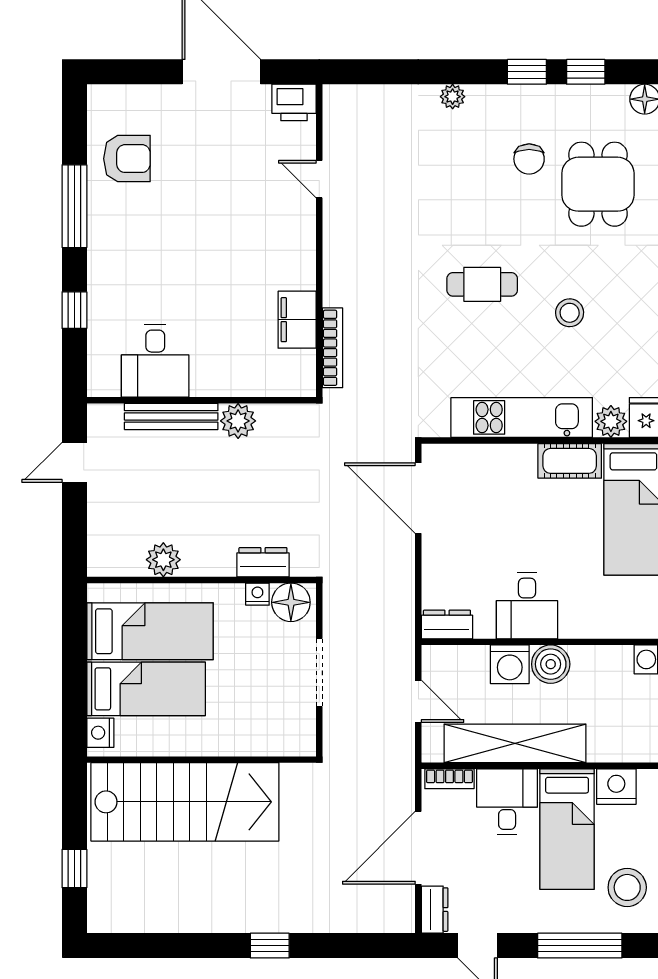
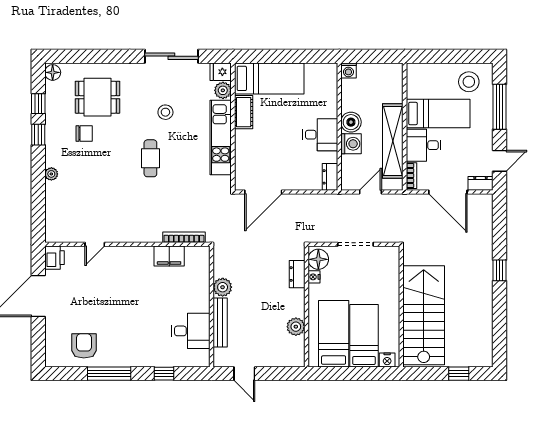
nightstand: (616, 787) -> (416, 87), removed

